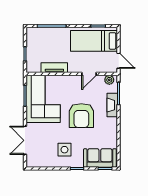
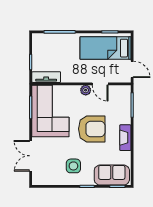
tv unit: (54, 68) -> (46, 77), moved
door: (89, 74) -> (100, 84), hinge flipped
plant: (109, 80) -> (86, 90), moved
fireplace: (112, 105) -> (125, 138), moved
armchair: (81, 116) -> (92, 129), turned -90

